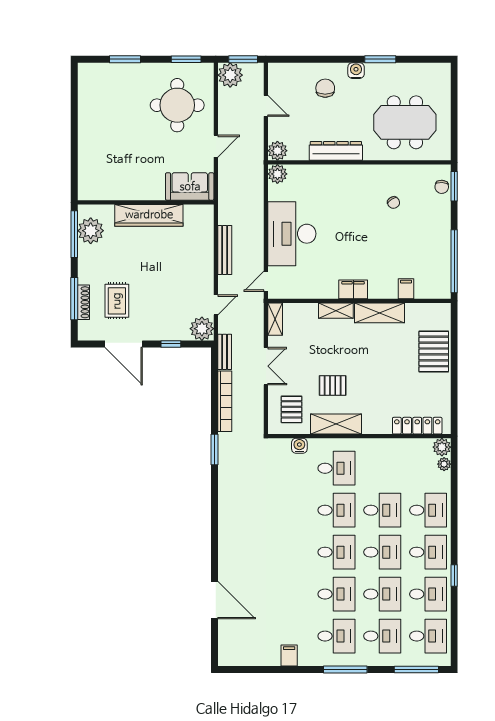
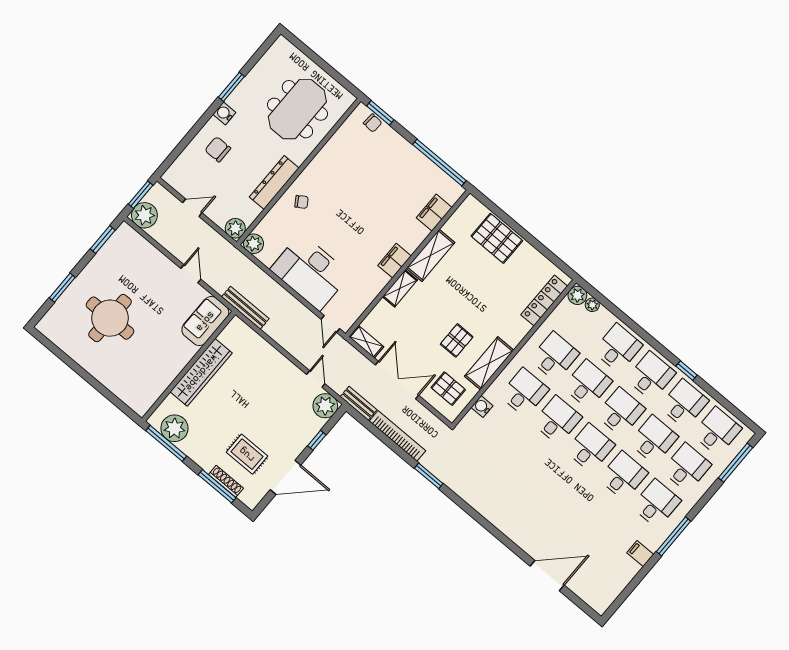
round table: (177, 105) -> (110, 318), moved
chair: (394, 203) -> (301, 202), moved
bench: (225, 250) -> (245, 308), moved
filing cabinet: (406, 289) -> (434, 213), width x2.00
double door: (266, 366) -> (397, 380), width x1.37
desk: (382, 468) -> (555, 356), added
window: (345, 669) -> (674, 536), moved

